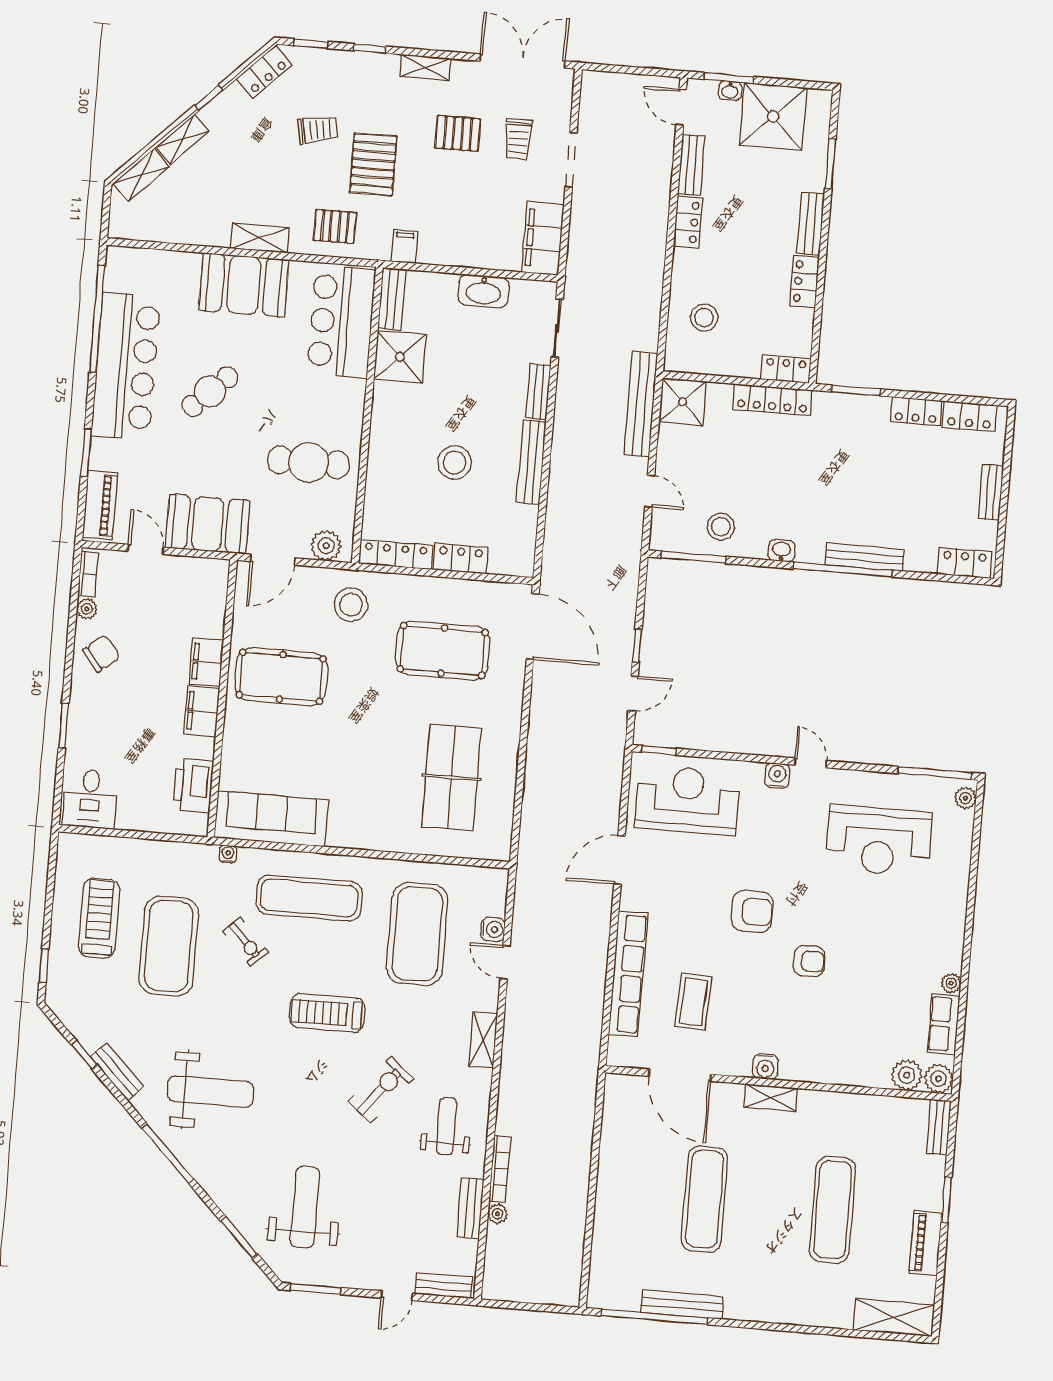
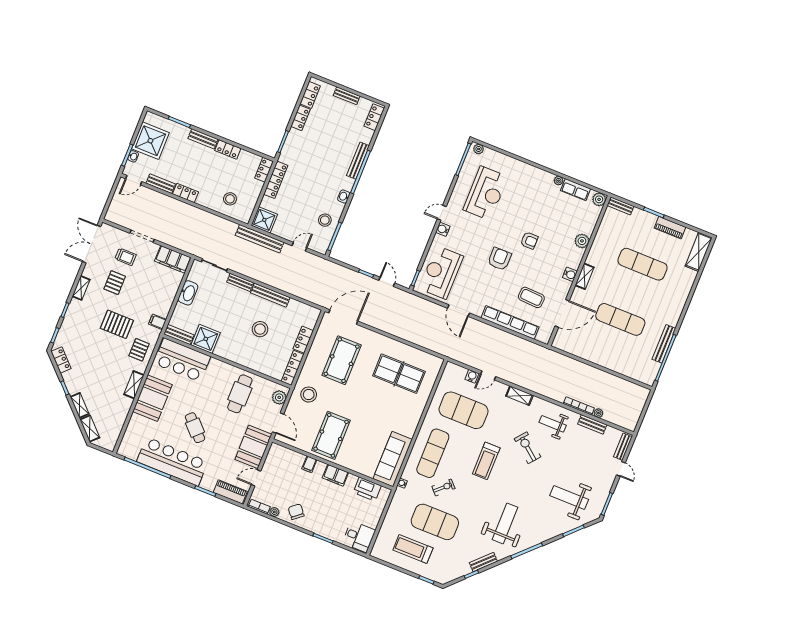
trolley: (318, 130) -> (94, 344), removed
filing cabinet: (207, 662) -> (309, 464), width x0.50
armchair: (809, 961) -> (529, 241), turned 90
plant: (907, 1075) -> (582, 241), moved

